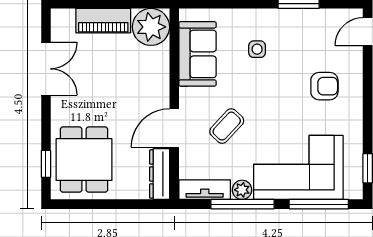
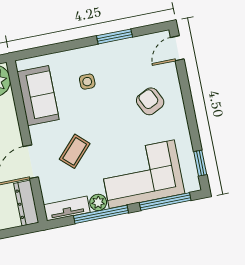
armchair: (324, 86) -> (150, 101), turned -116

